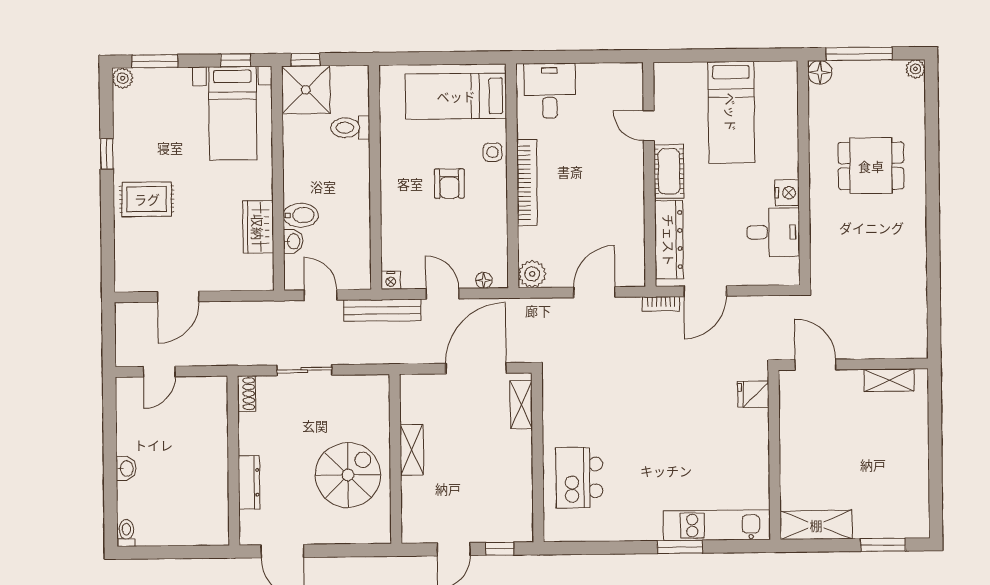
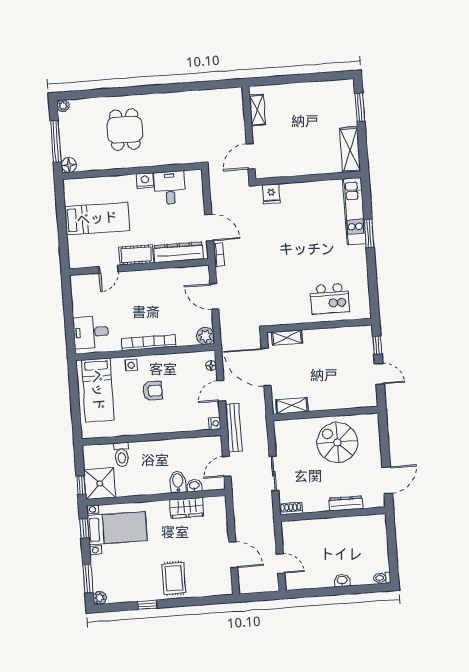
shelving: (412, 450) -> (292, 406), moved

